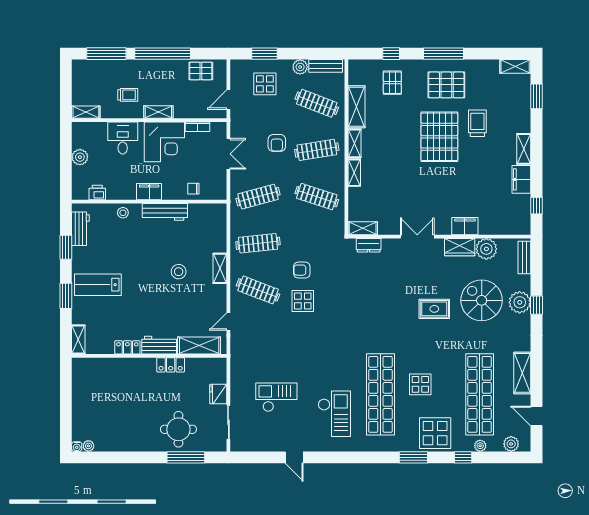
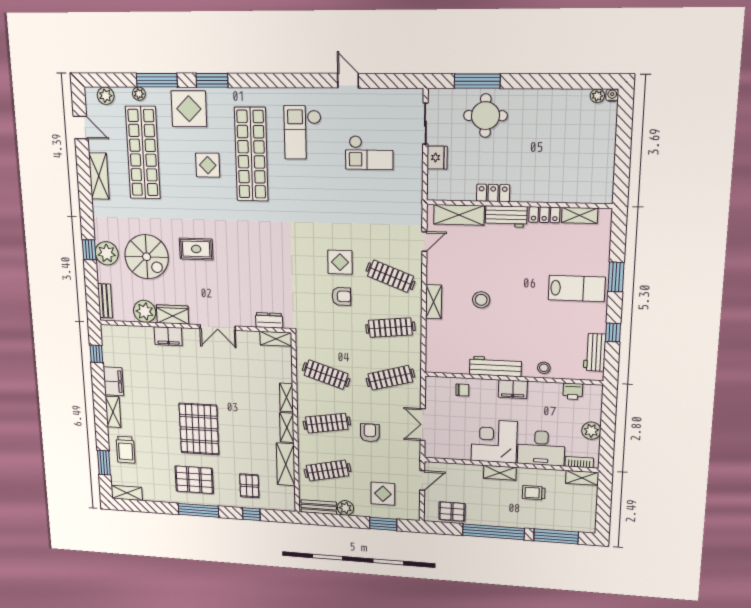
clothes rail: (317, 103) -> (327, 471), turned -33
trolley: (477, 123) -> (126, 450), moved
bookcase: (198, 127) -> (579, 462), moved
desk: (123, 138) -> (541, 448), width x1.37
window: (66, 247) -> (613, 332), width x0.67
shelving: (78, 339) -> (580, 215), moved, turned 90
window: (463, 457) -> (157, 80), width x2.17

